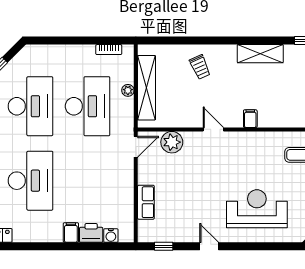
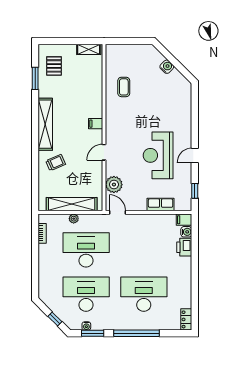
shelving: (260, 54) -> (45, 124), width x1.47
reception desk: (257, 209) -> (158, 155), moved
filing cabinet: (71, 232) -> (184, 220), moved

